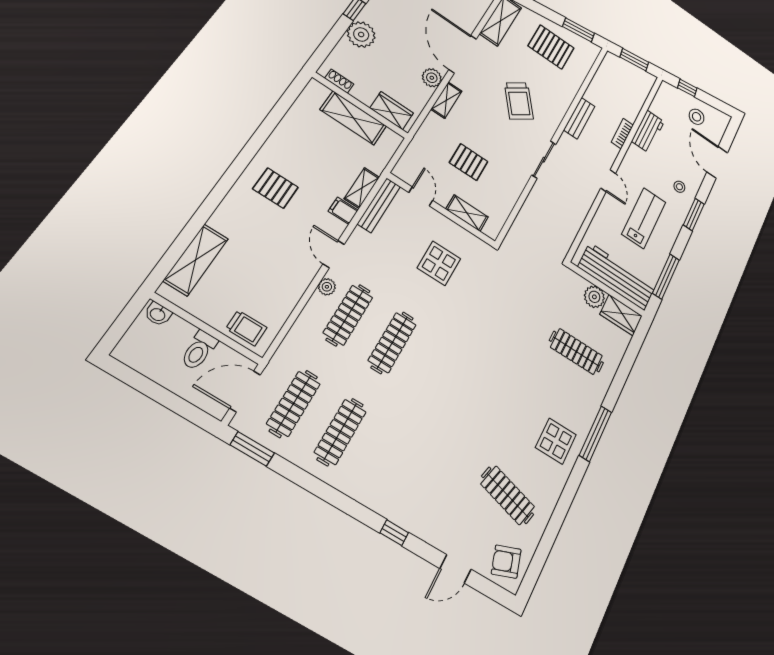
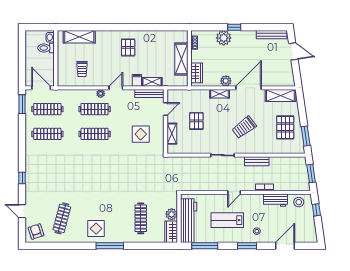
stool: (697, 117) -> (299, 202), moved
lab bench: (644, 218) -> (227, 220), turned 180
trolley: (246, 328) -> (82, 69), moved
toilet: (199, 350) -> (46, 48), moved

